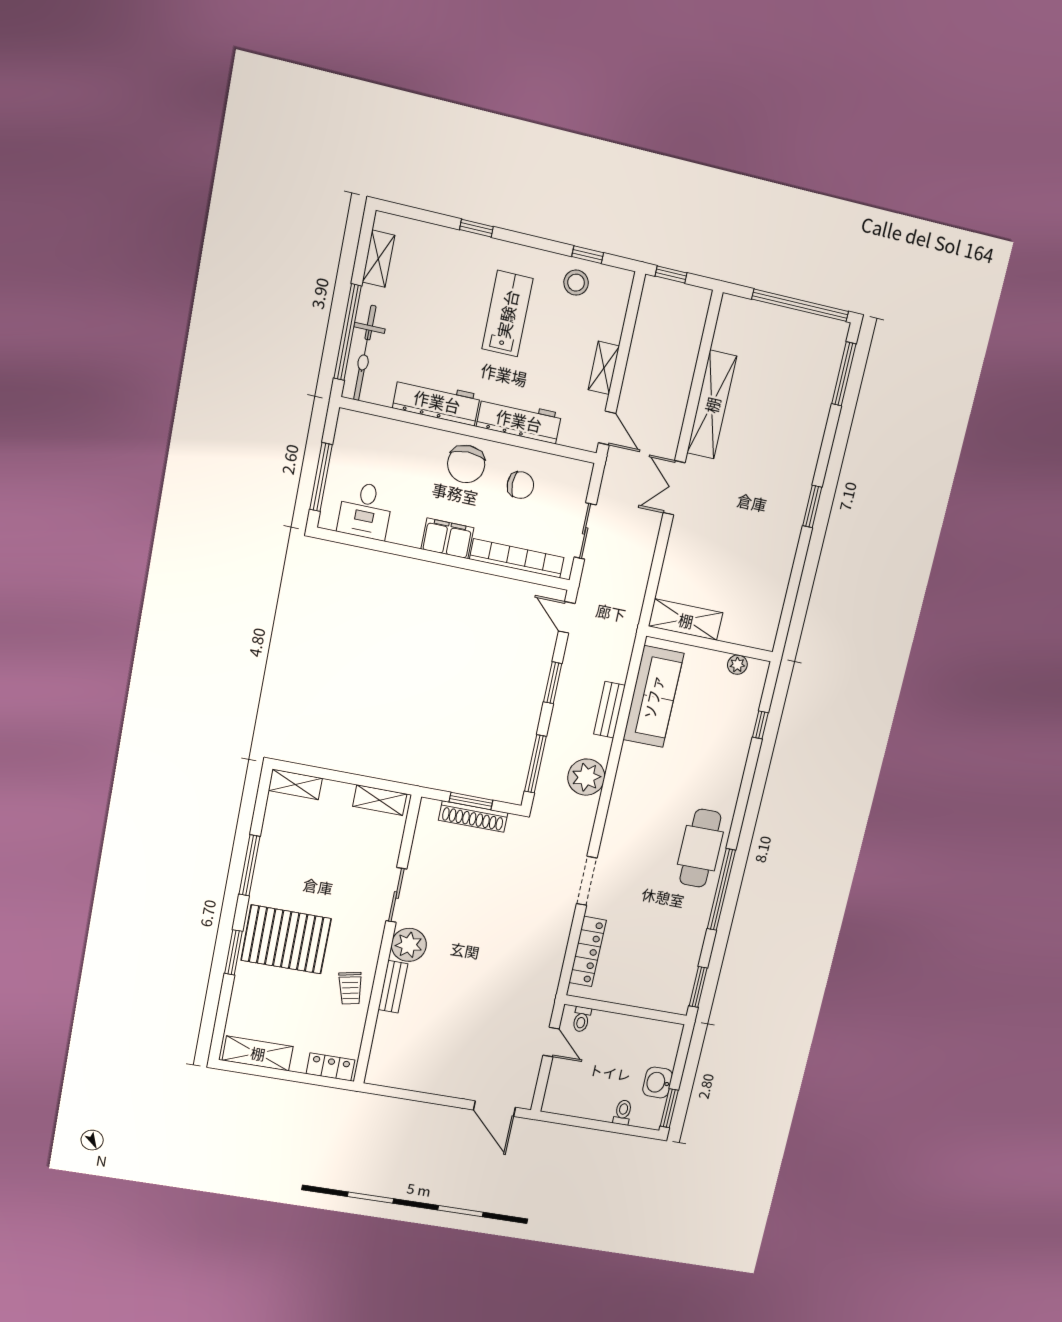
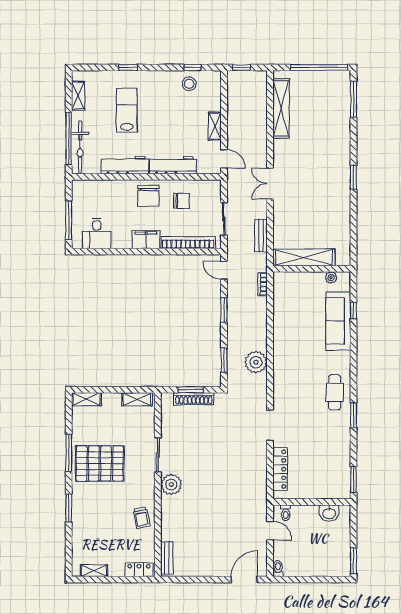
lab bench: (507, 314) -> (127, 110), moved
shelving: (712, 405) -> (281, 108), moved
shelving: (686, 620) -> (304, 258), width x1.47
bookcase: (625, 653) -> (262, 284), added
sofa: (653, 697) -> (338, 321), moved, turned 180
bench: (609, 710) -> (261, 236), moved
window: (535, 764) -> (224, 360), width x0.69
cafe table: (700, 848) -> (335, 392), width x0.73, depth x0.74
window: (721, 890) -> (353, 415), width x0.47
pallet: (286, 939) -> (100, 464), moved
bench: (393, 987) -> (167, 558), moved
shelving: (258, 1053) -> (94, 571), width x0.67, depth x0.75
washbasin: (658, 1082) -> (329, 513), moved, turned -90
door: (494, 1109) -> (244, 580), swing flipped
toilet: (623, 1112) -> (278, 569), moved

